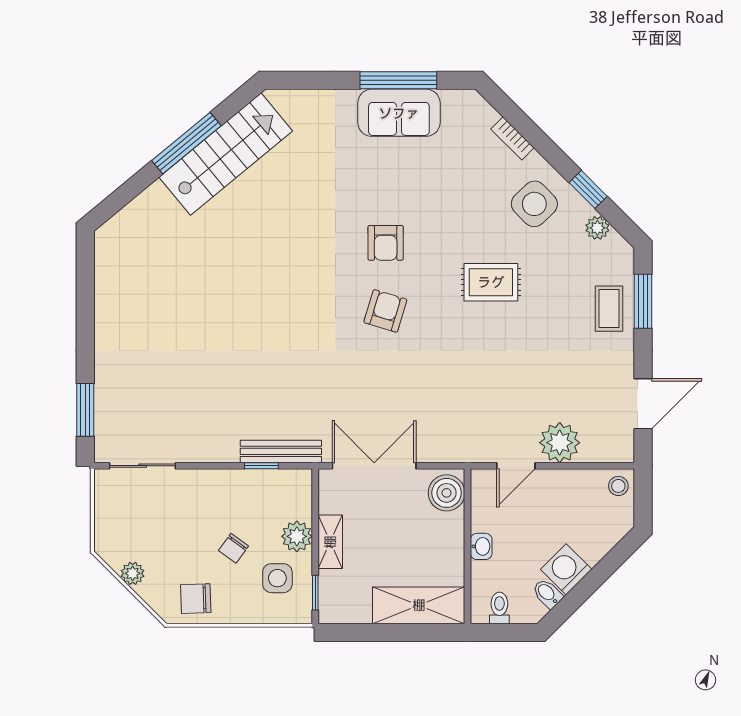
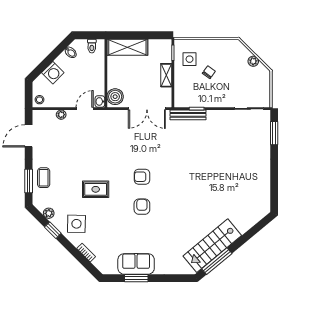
window: (398, 80) -> (136, 278), width x0.69
window: (186, 143) -> (217, 261), moved
side table: (534, 204) -> (76, 224), turned 45
armchair: (385, 311) -> (142, 177), turned 73
plant: (560, 443) -> (61, 115), width x0.53, depth x0.53
plant: (297, 536) -> (181, 78), removed
washbasin: (481, 546) -> (100, 101), moved
washing machine: (566, 569) -> (53, 73), moved
chair: (196, 599) -> (225, 50), removed

